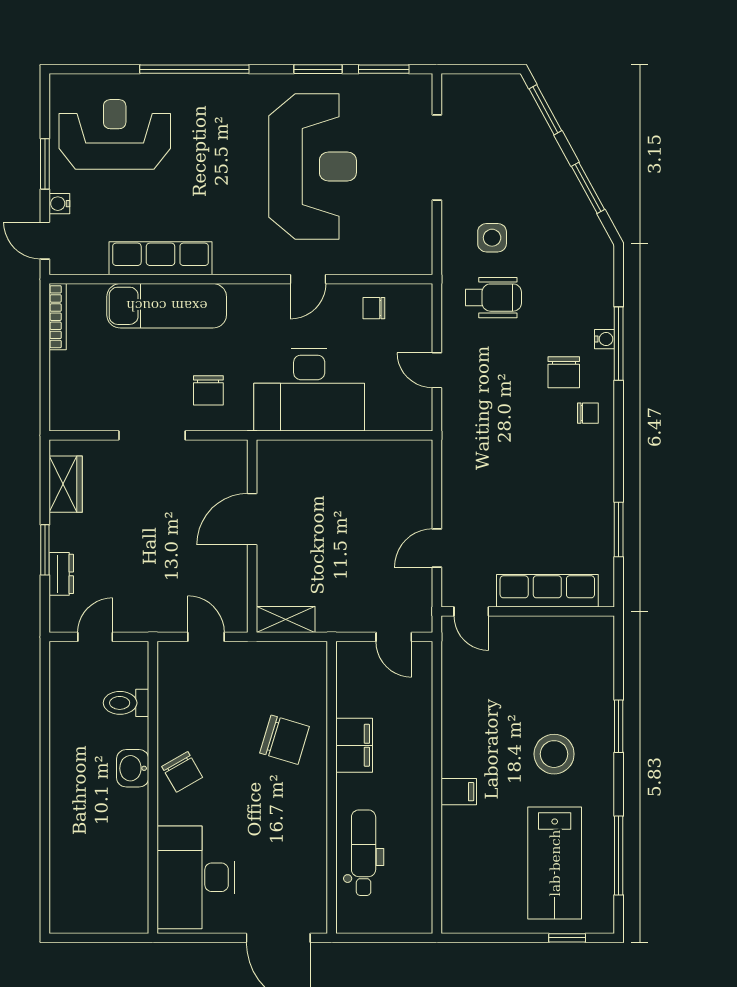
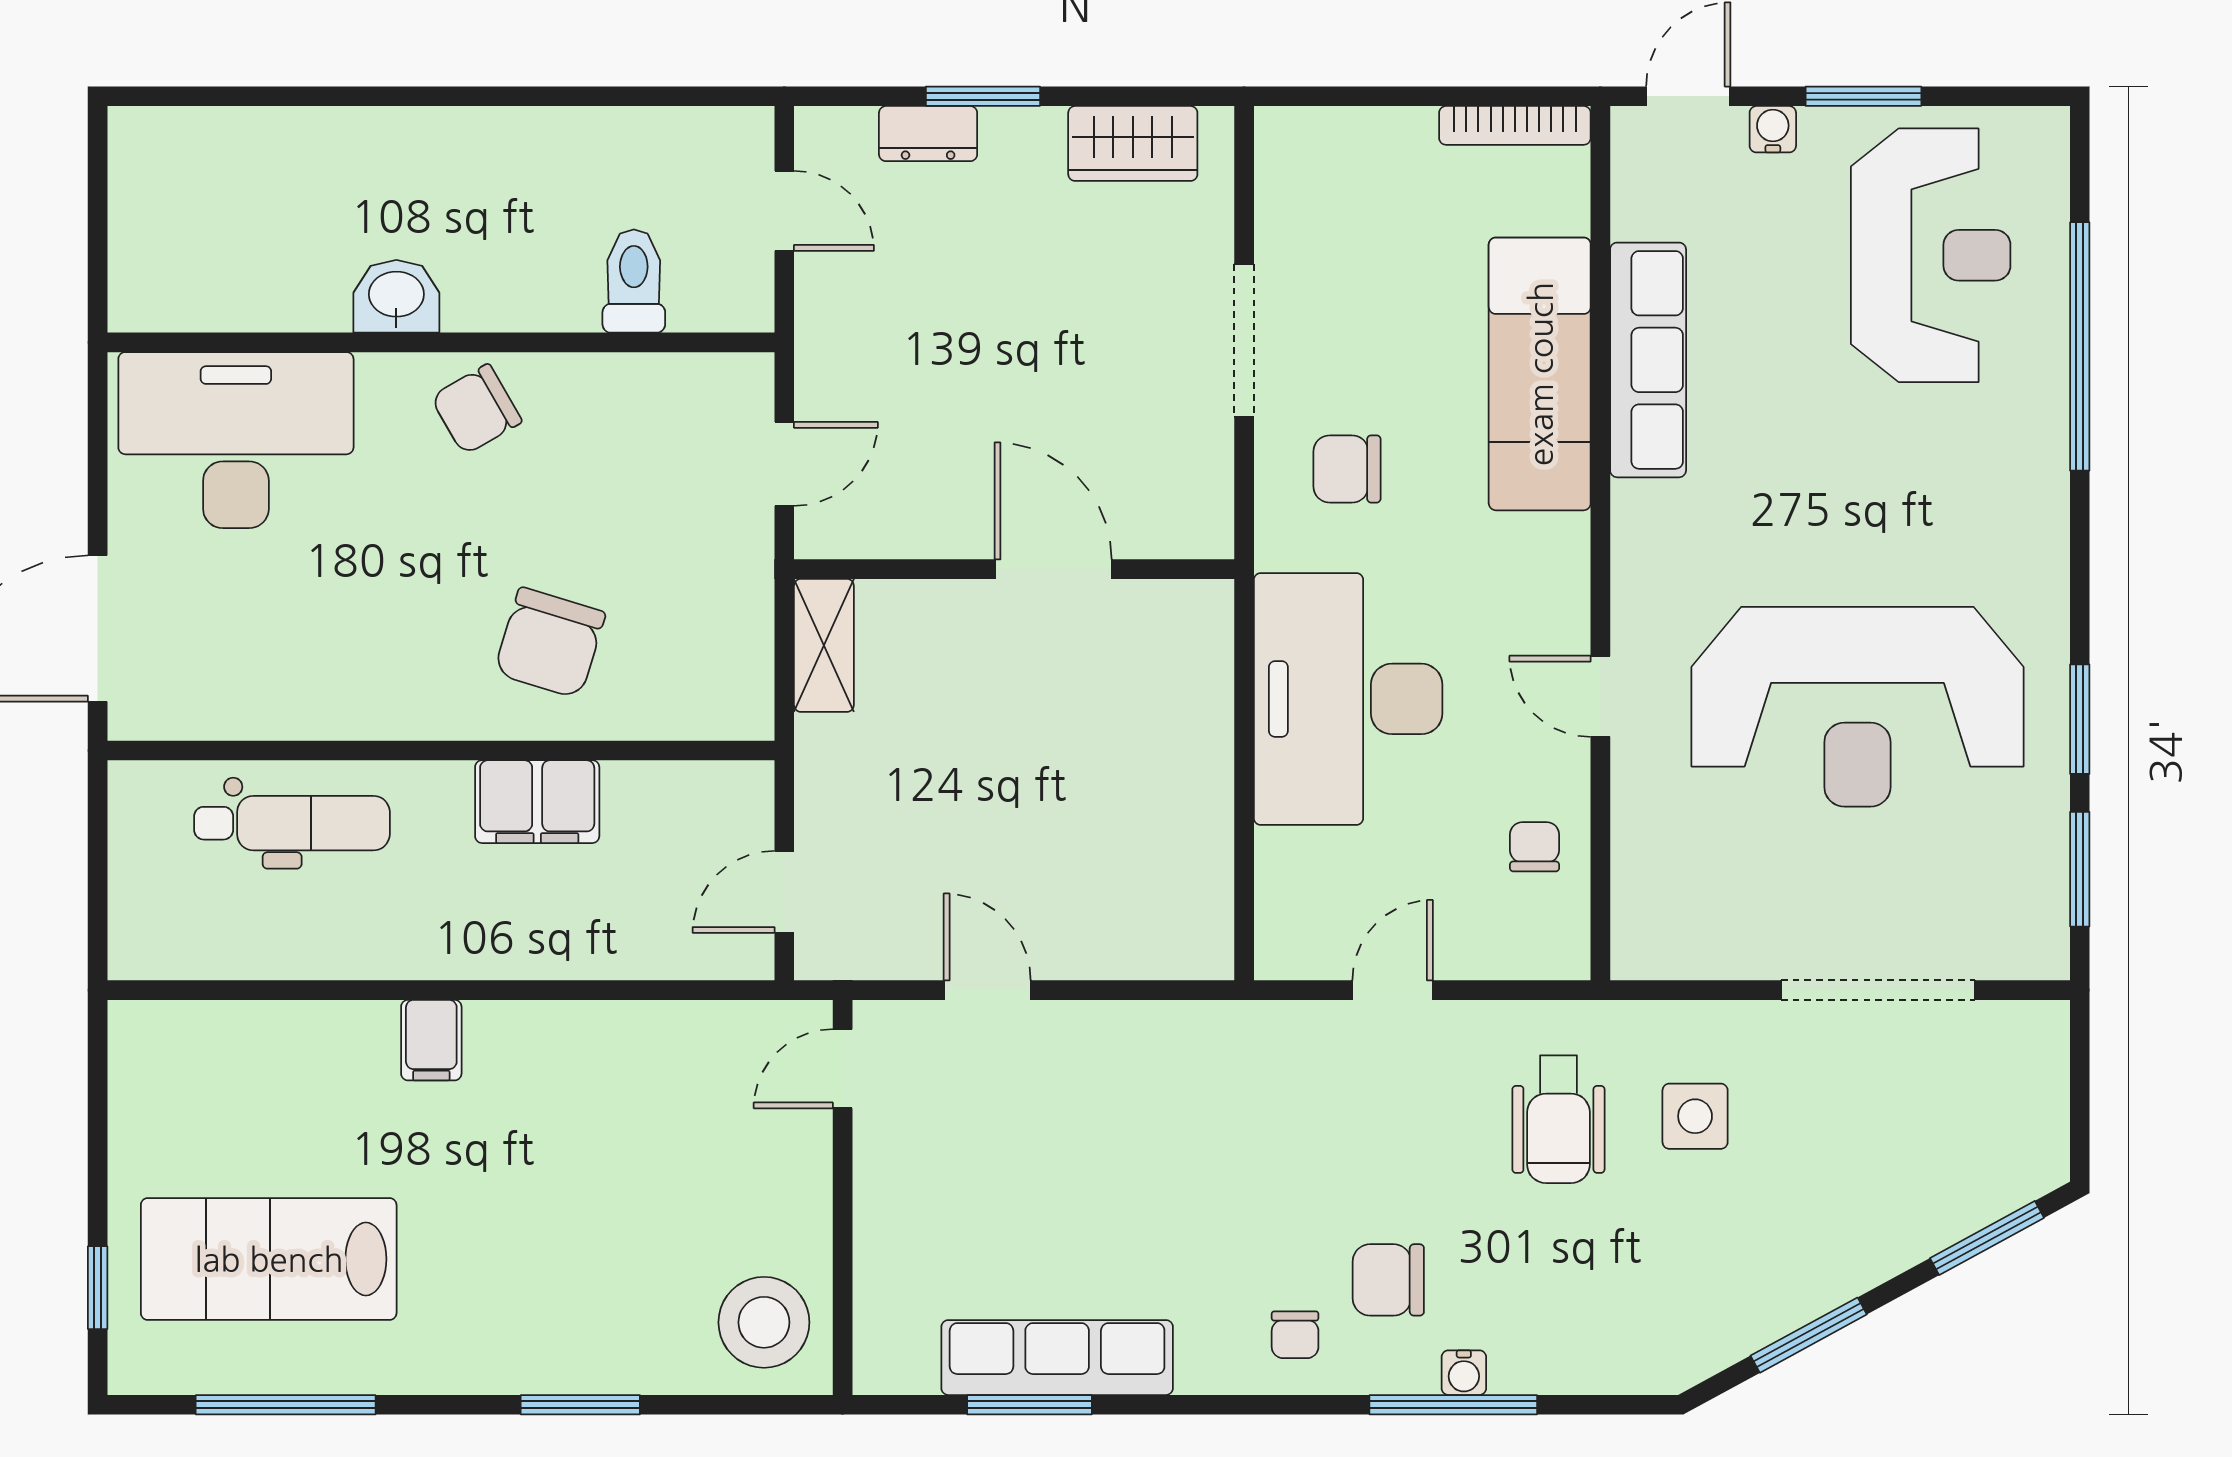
window: (194, 69) -> (2080, 346), moved
row of seats: (547, 591) -> (1057, 1358), moved, turned -90
stool: (554, 754) -> (764, 1322), moved
washbasin: (133, 768) -> (396, 296), moved

